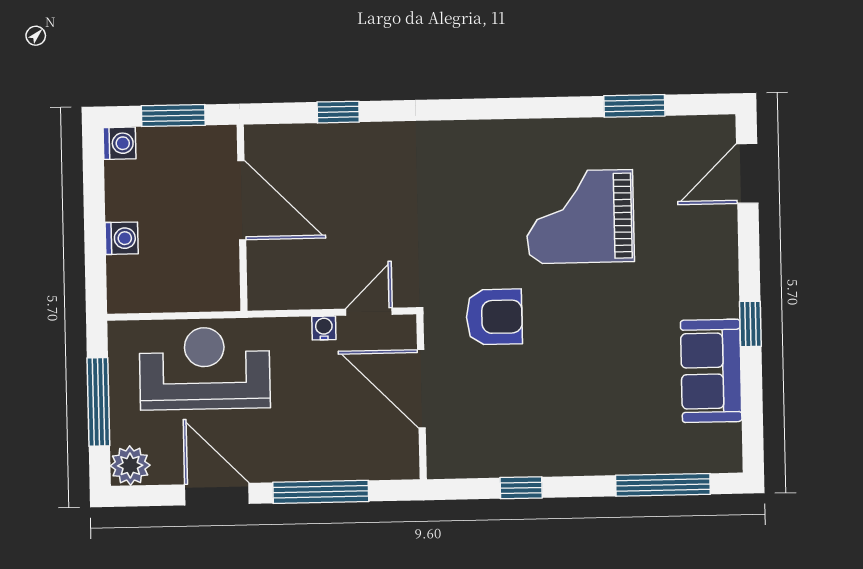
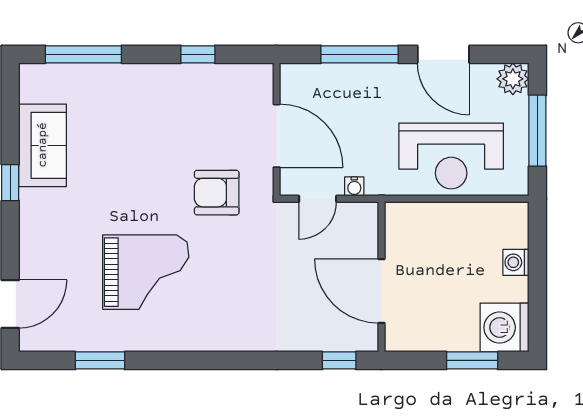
washing machine: (120, 143) -> (505, 327), width x1.89, depth x1.89
door: (242, 200) -> (382, 291), moved
wall: (242, 218) -> (382, 277), moved

